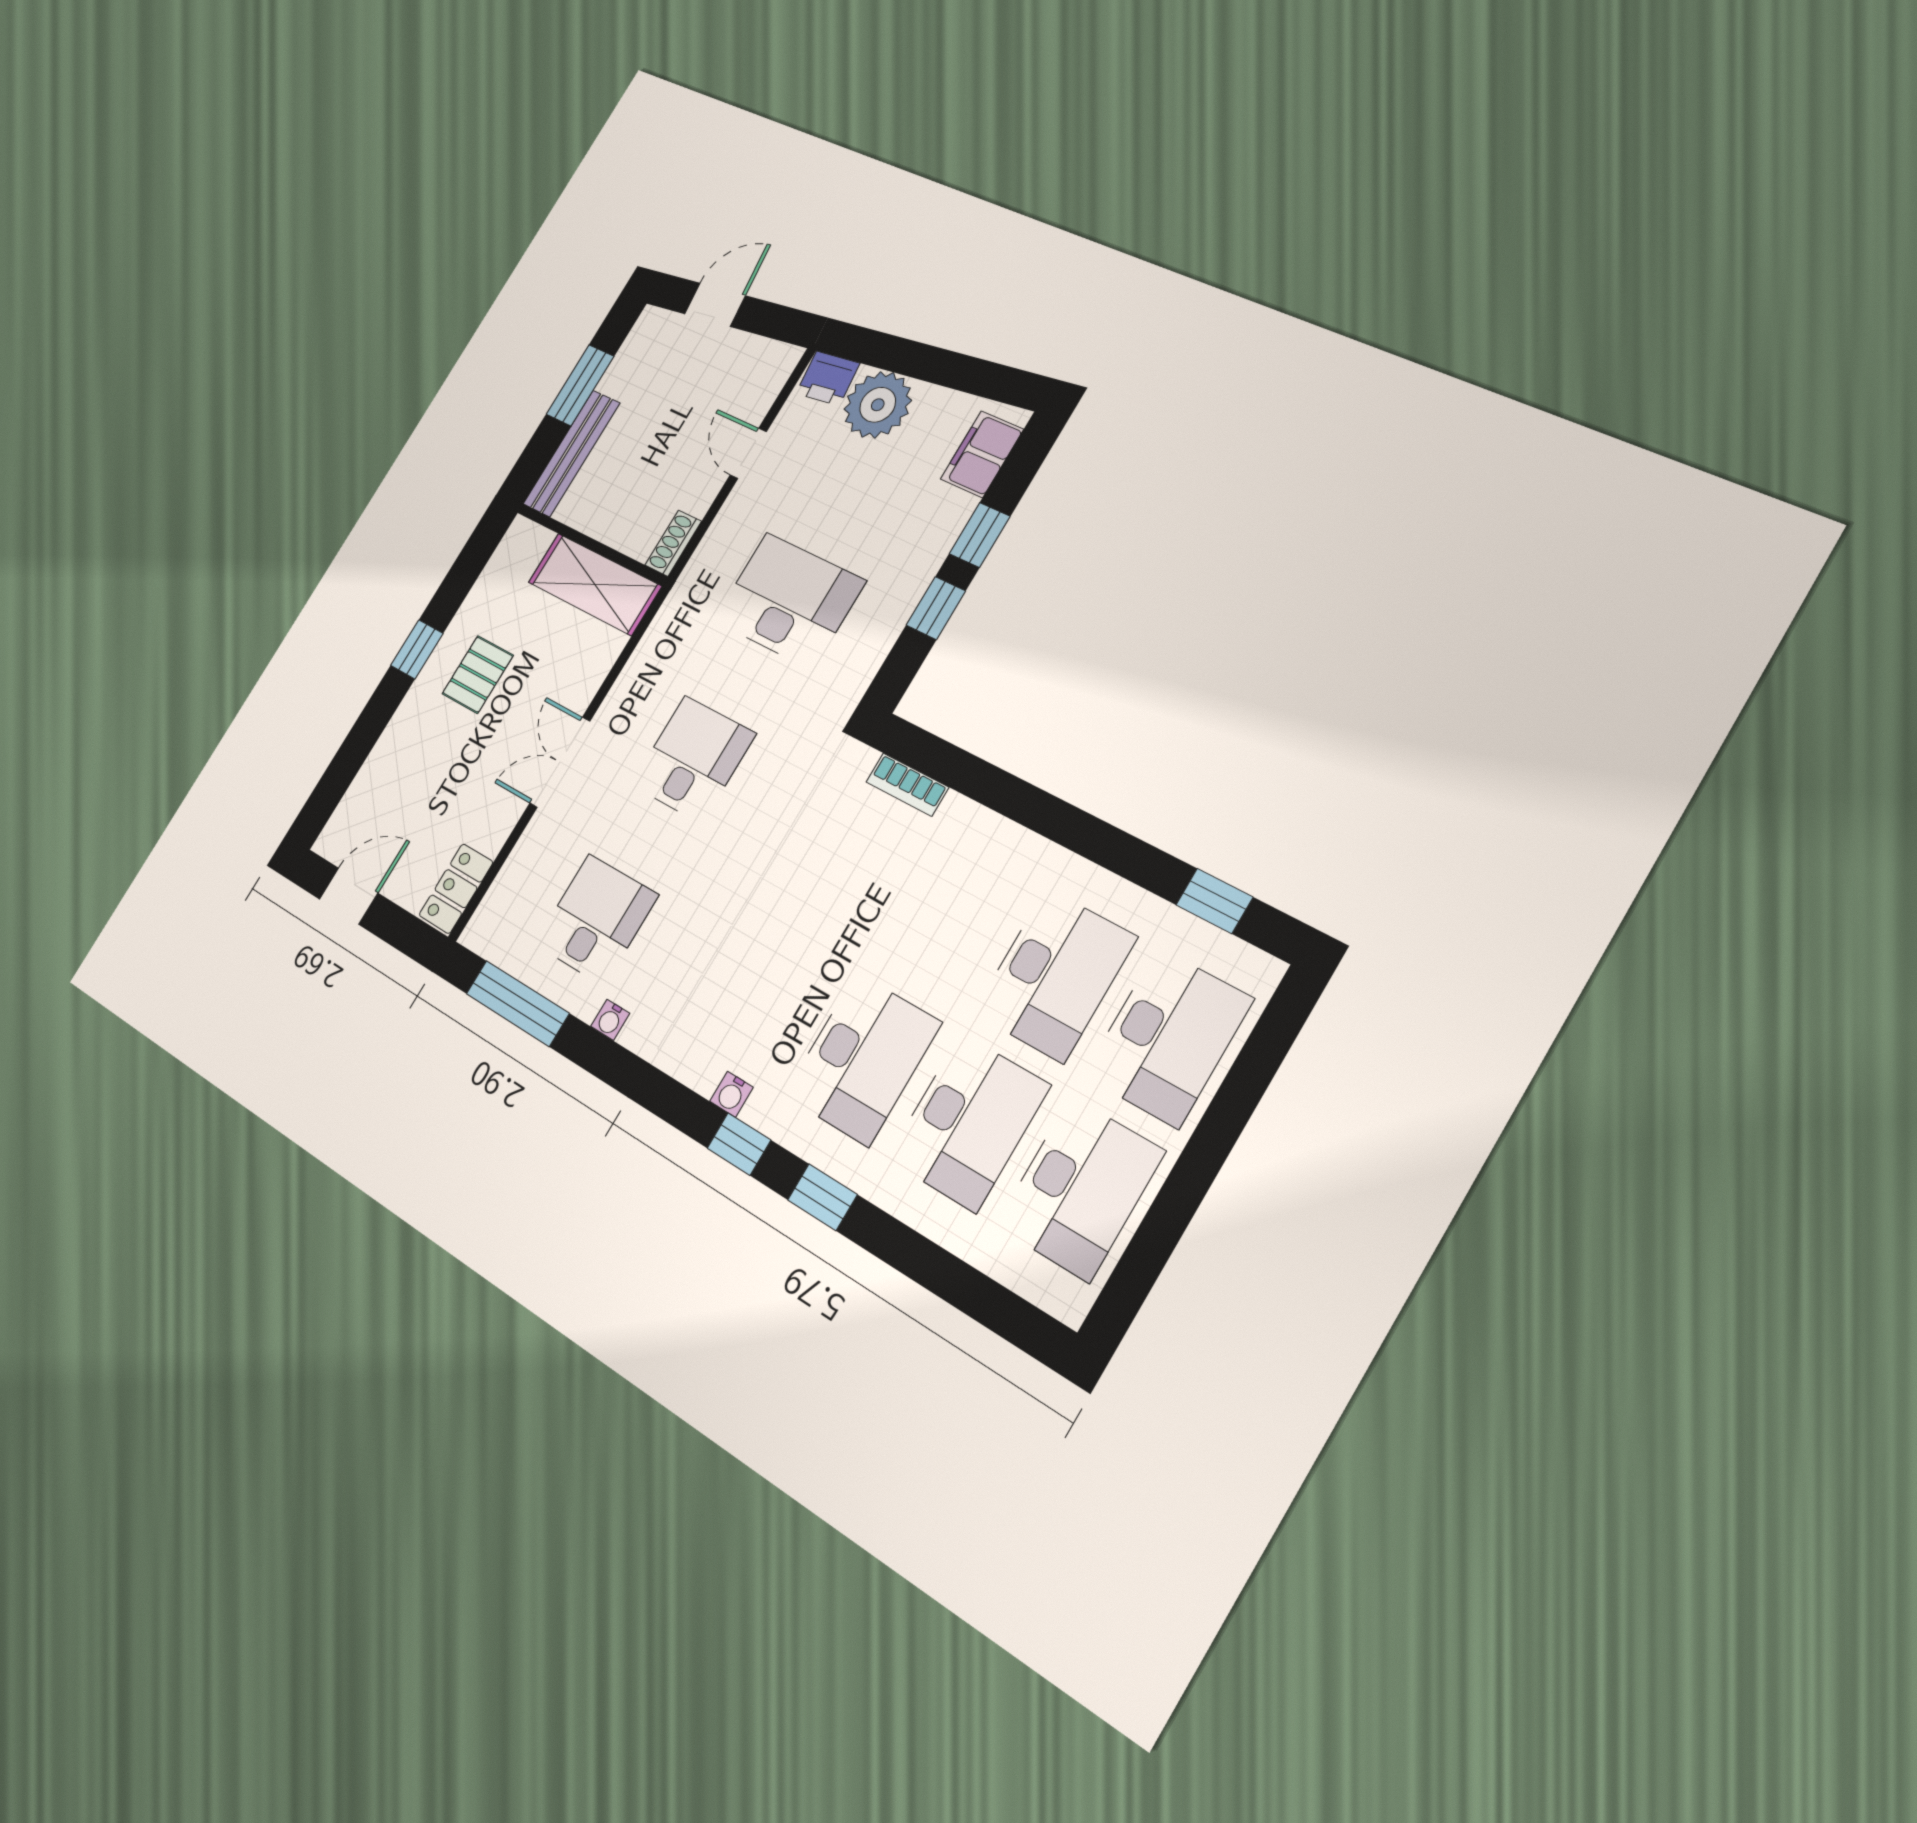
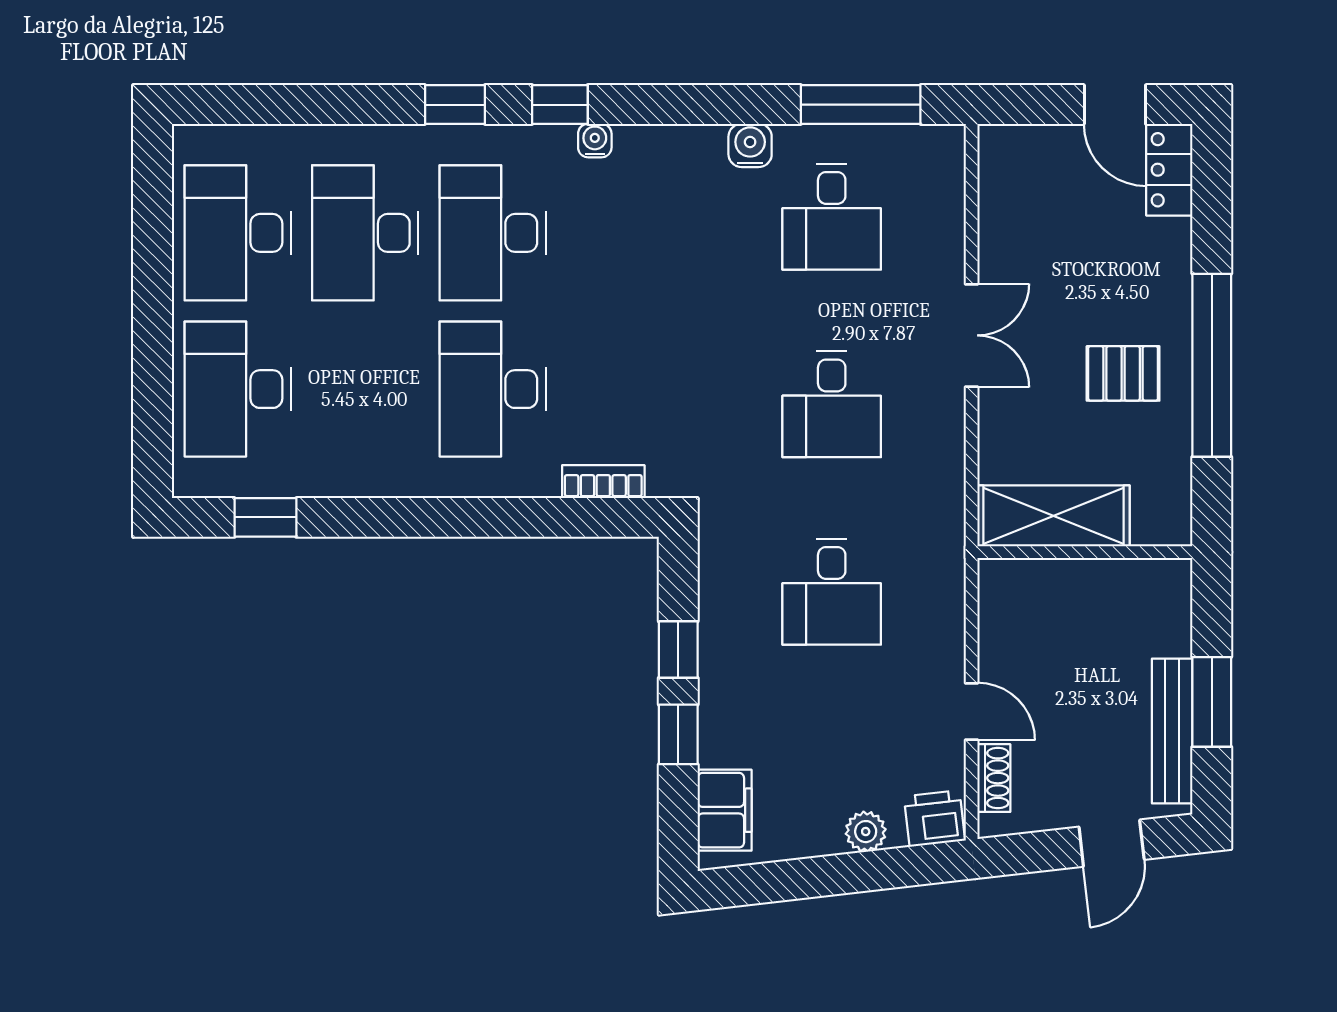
plant: (878, 405) -> (866, 832), width x0.53, depth x0.53
bench: (572, 453) -> (1172, 731), moved
shoe rack: (673, 543) -> (994, 778), moved
desk: (789, 601) -> (832, 592), width x0.73
window: (417, 649) -> (1212, 365), width x3.17
pallet: (478, 675) -> (1123, 373), turned 90
locker: (456, 889) -> (1169, 170), moved, turned 180
door: (349, 896) -> (1115, 105), hinge flipped
desk: (1055, 975) -> (493, 389), moved
water cooler: (610, 1020) -> (750, 145), width x1.38, depth x1.38

